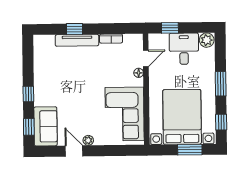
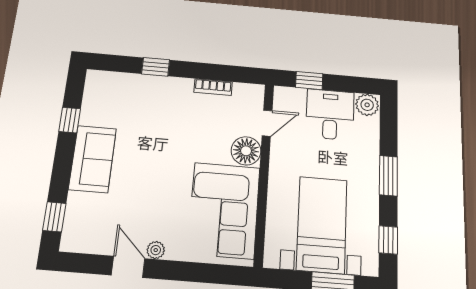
tv unit: (77, 40) -> (157, 84), removed
floor lamp: (139, 73) -> (246, 151), width x1.89, depth x1.89
window: (28, 94) -> (70, 120), moved
bed with nightstands: (182, 117) -> (322, 224), width x0.73
sofa: (46, 126) -> (93, 159), moved

